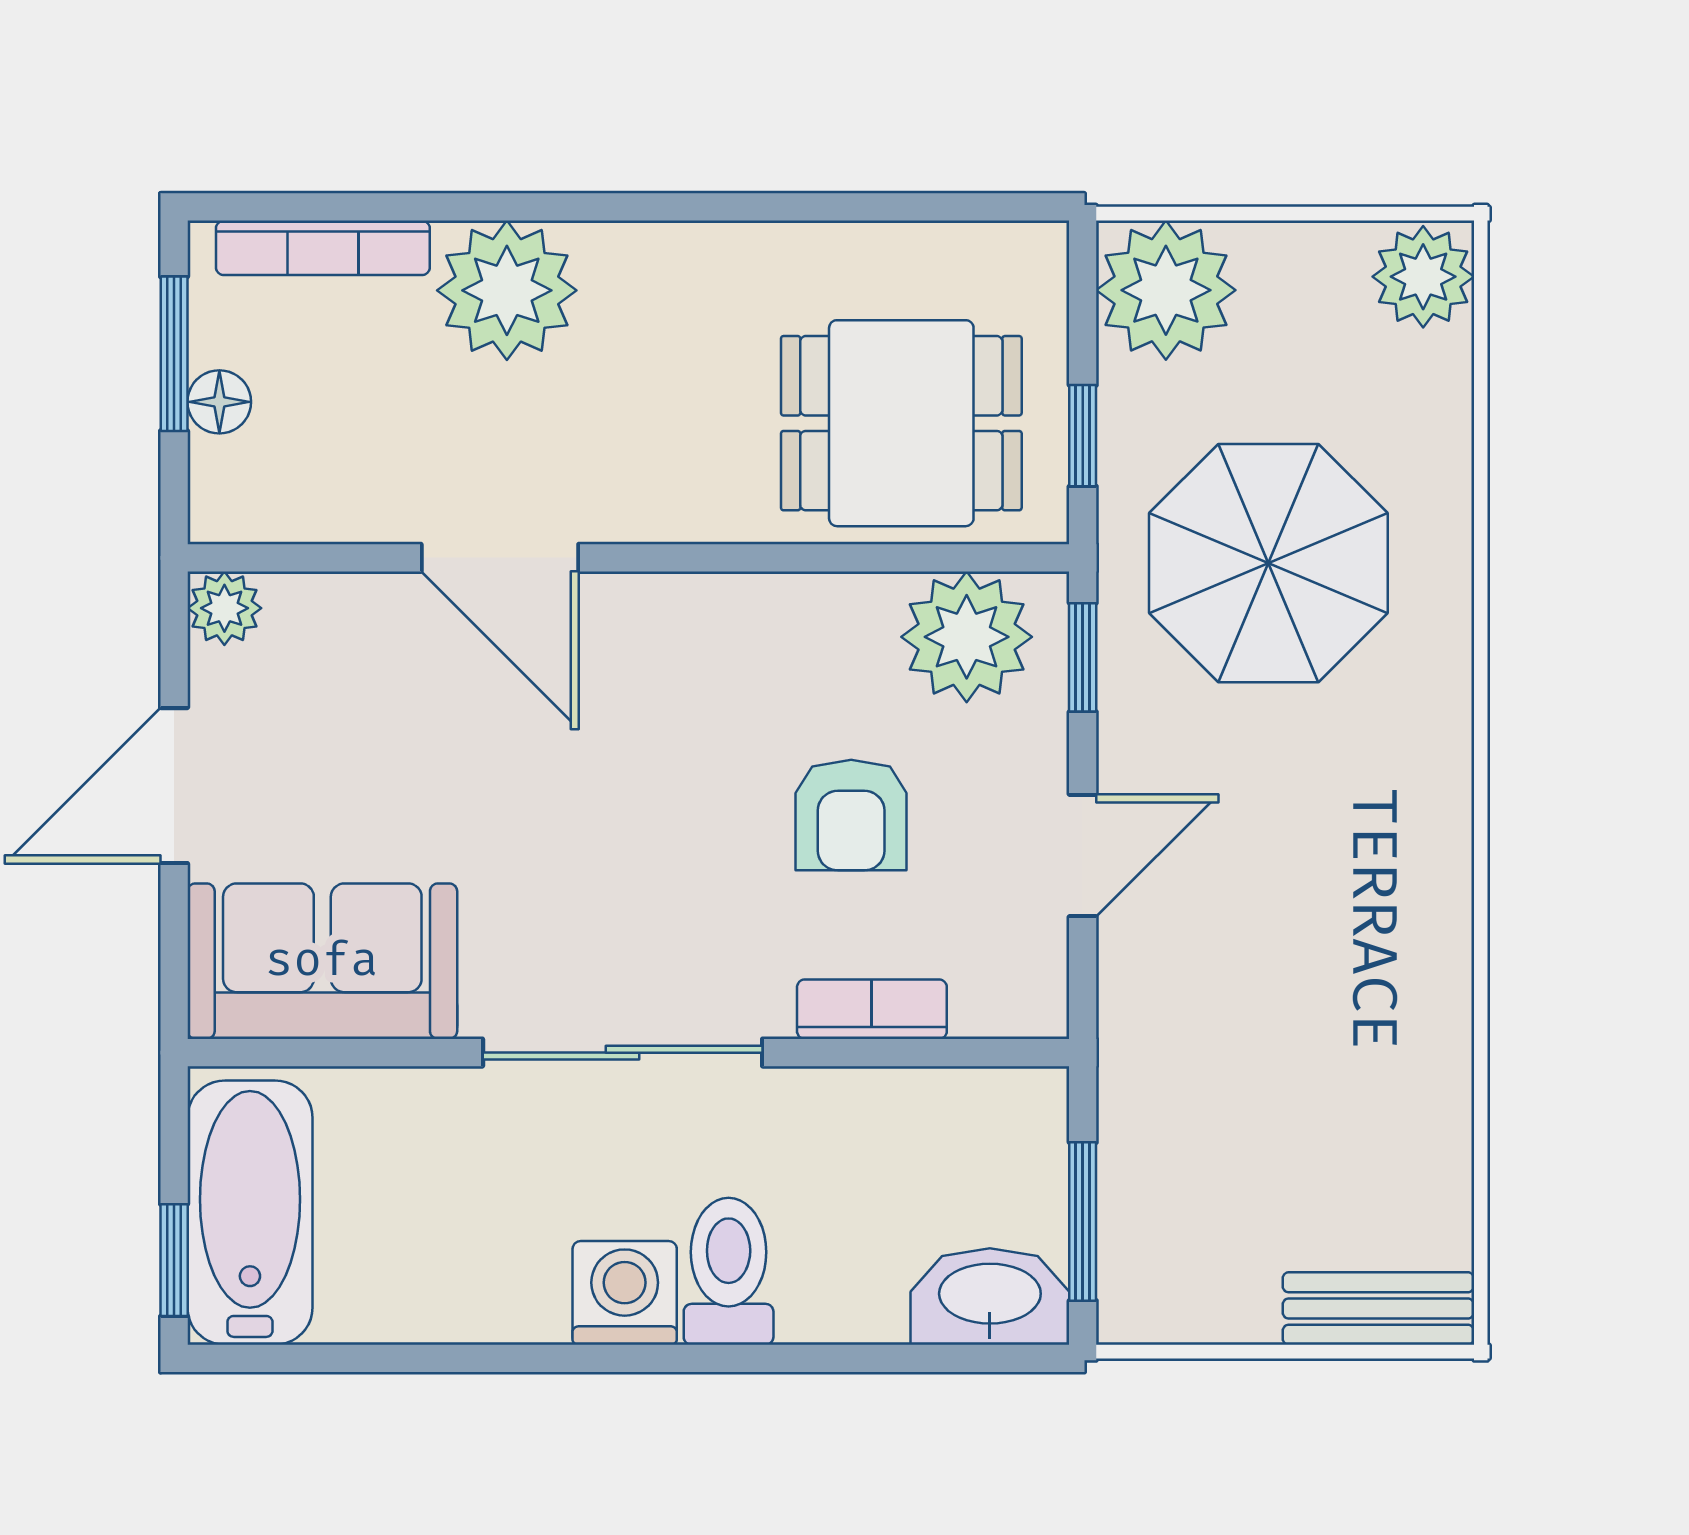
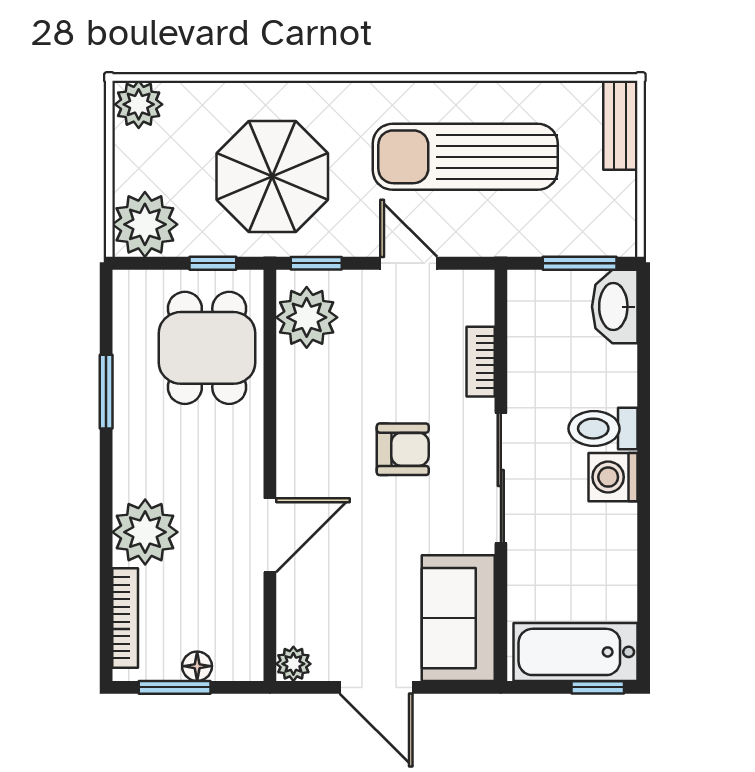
window: (808, 207) -> (106, 392), added
armchair: (851, 815) -> (403, 449), moved
sun lounger: (1311, 976) -> (465, 157), added

